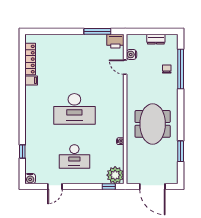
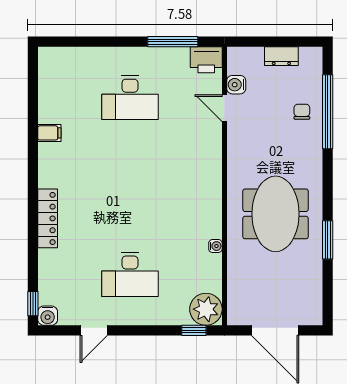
locker: (30, 59) -> (48, 218), moved
desk: (74, 109) -> (130, 98), moved, width x0.73, depth x0.77
window: (22, 151) -> (33, 304), moved
window: (181, 151) -> (328, 240), moved

